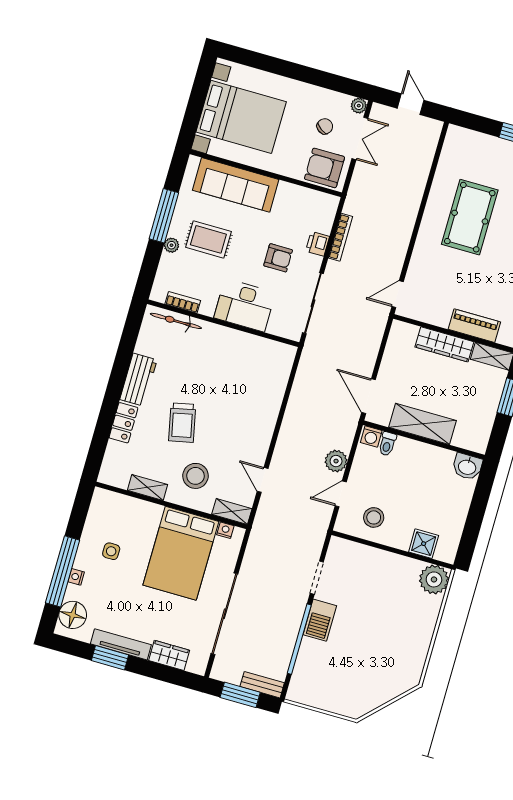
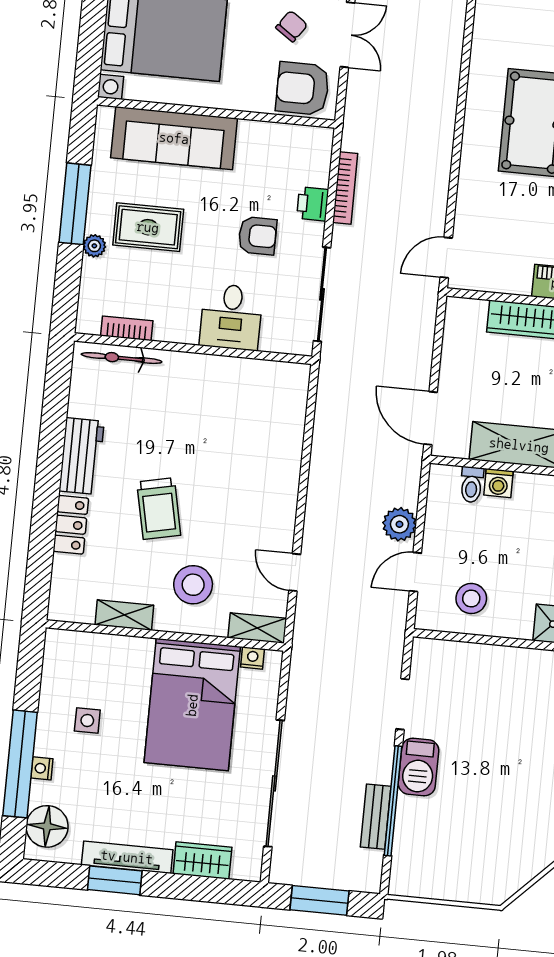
desk: (245, 305) -> (231, 317), width x0.73
washing machine: (371, 437) -> (498, 483), moved
bench: (262, 685) -> (376, 817), moved, turned 90

